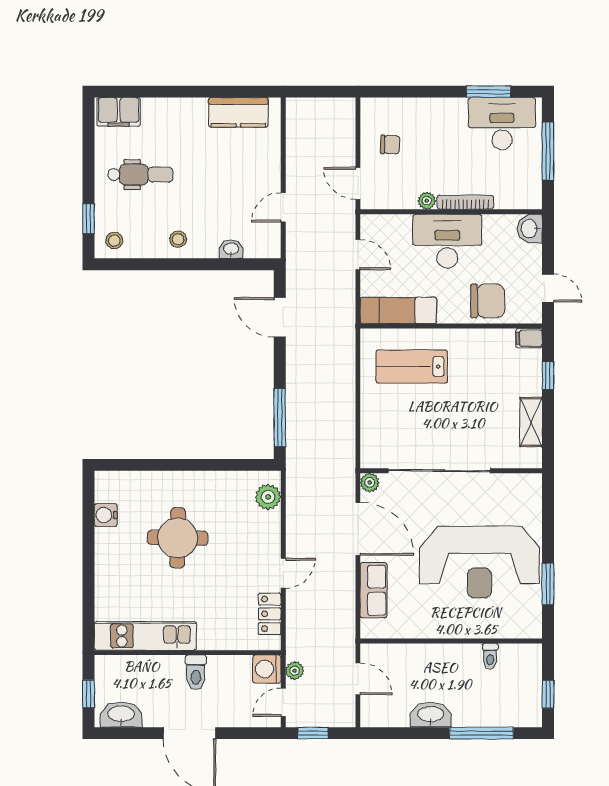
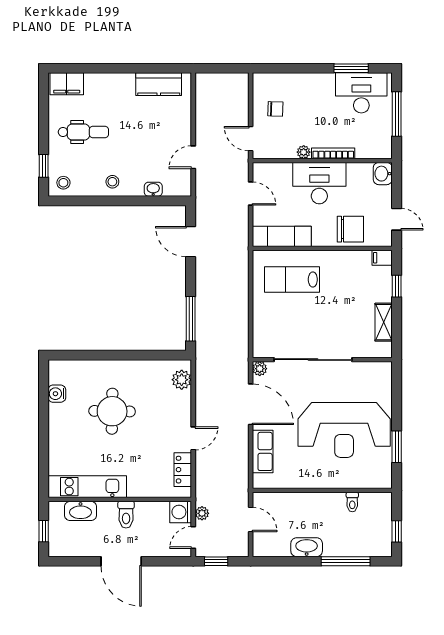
washbasin: (121, 715) -> (81, 511), moved, turned 180

